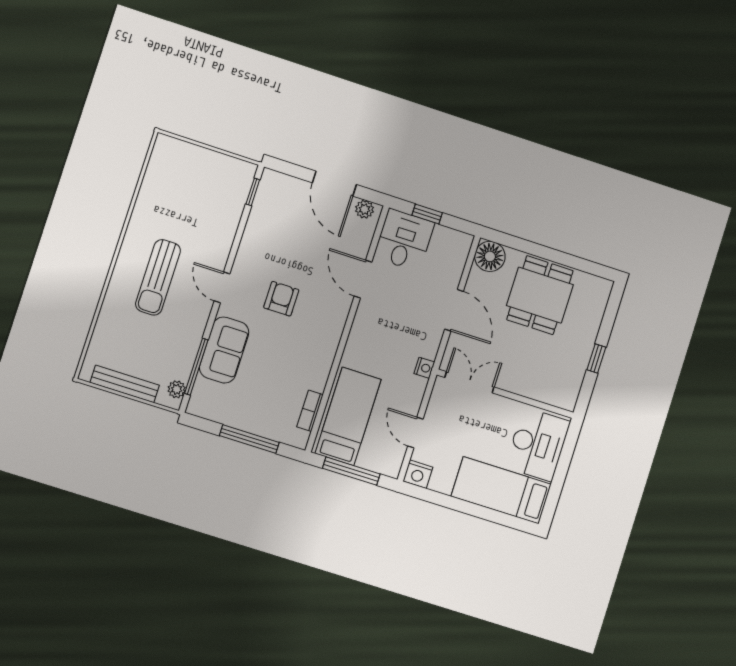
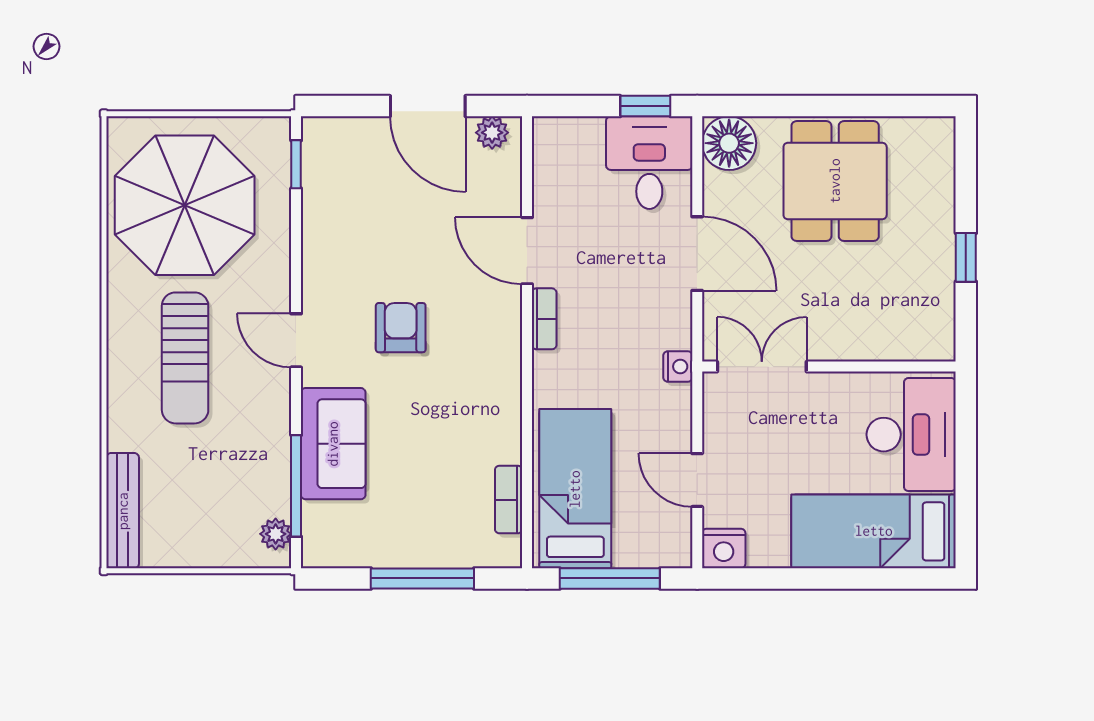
parasol: (185, 194) -> (185, 205), added
window: (427, 214) -> (645, 106), moved
desk: (404, 240) -> (649, 163), moved
bookcase: (361, 319) -> (544, 319), added
bench: (125, 384) -> (123, 511), moved, turned 90

